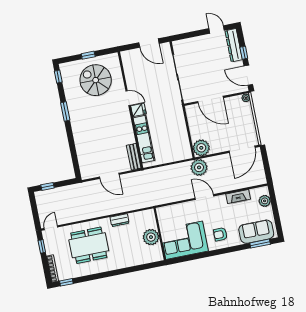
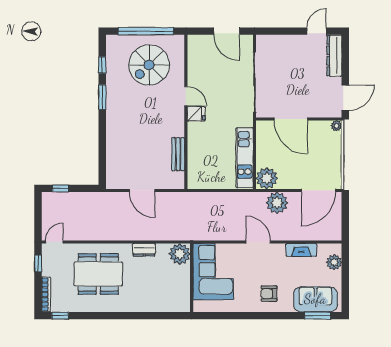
door: (217, 29) -> (317, 31), hinge flipped
window: (244, 53) -> (345, 68), removed
window: (88, 55) -> (146, 31), width x3.17
door: (248, 75) -> (345, 98), swing flipped
window: (58, 77) -> (102, 65), moved
spiral stairs: (96, 80) -> (149, 65), turned -90
kitchen unit: (144, 139) -> (245, 158), moved, turned 180
bench: (134, 157) -> (178, 154), moved
plant: (199, 167) -> (277, 203), moved
plant: (151, 237) -> (180, 254), moved
corner sofa: (184, 240) -> (213, 272), moved, turned 90

